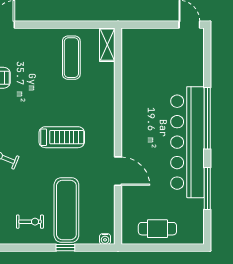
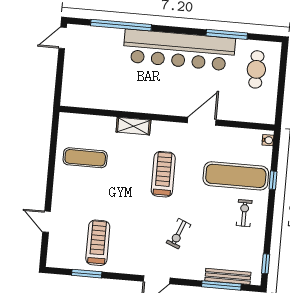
shelving: (107, 45) -> (133, 126), moved
window: (207, 118) -> (121, 25), moved
cafe table: (157, 229) -> (256, 69), moved

